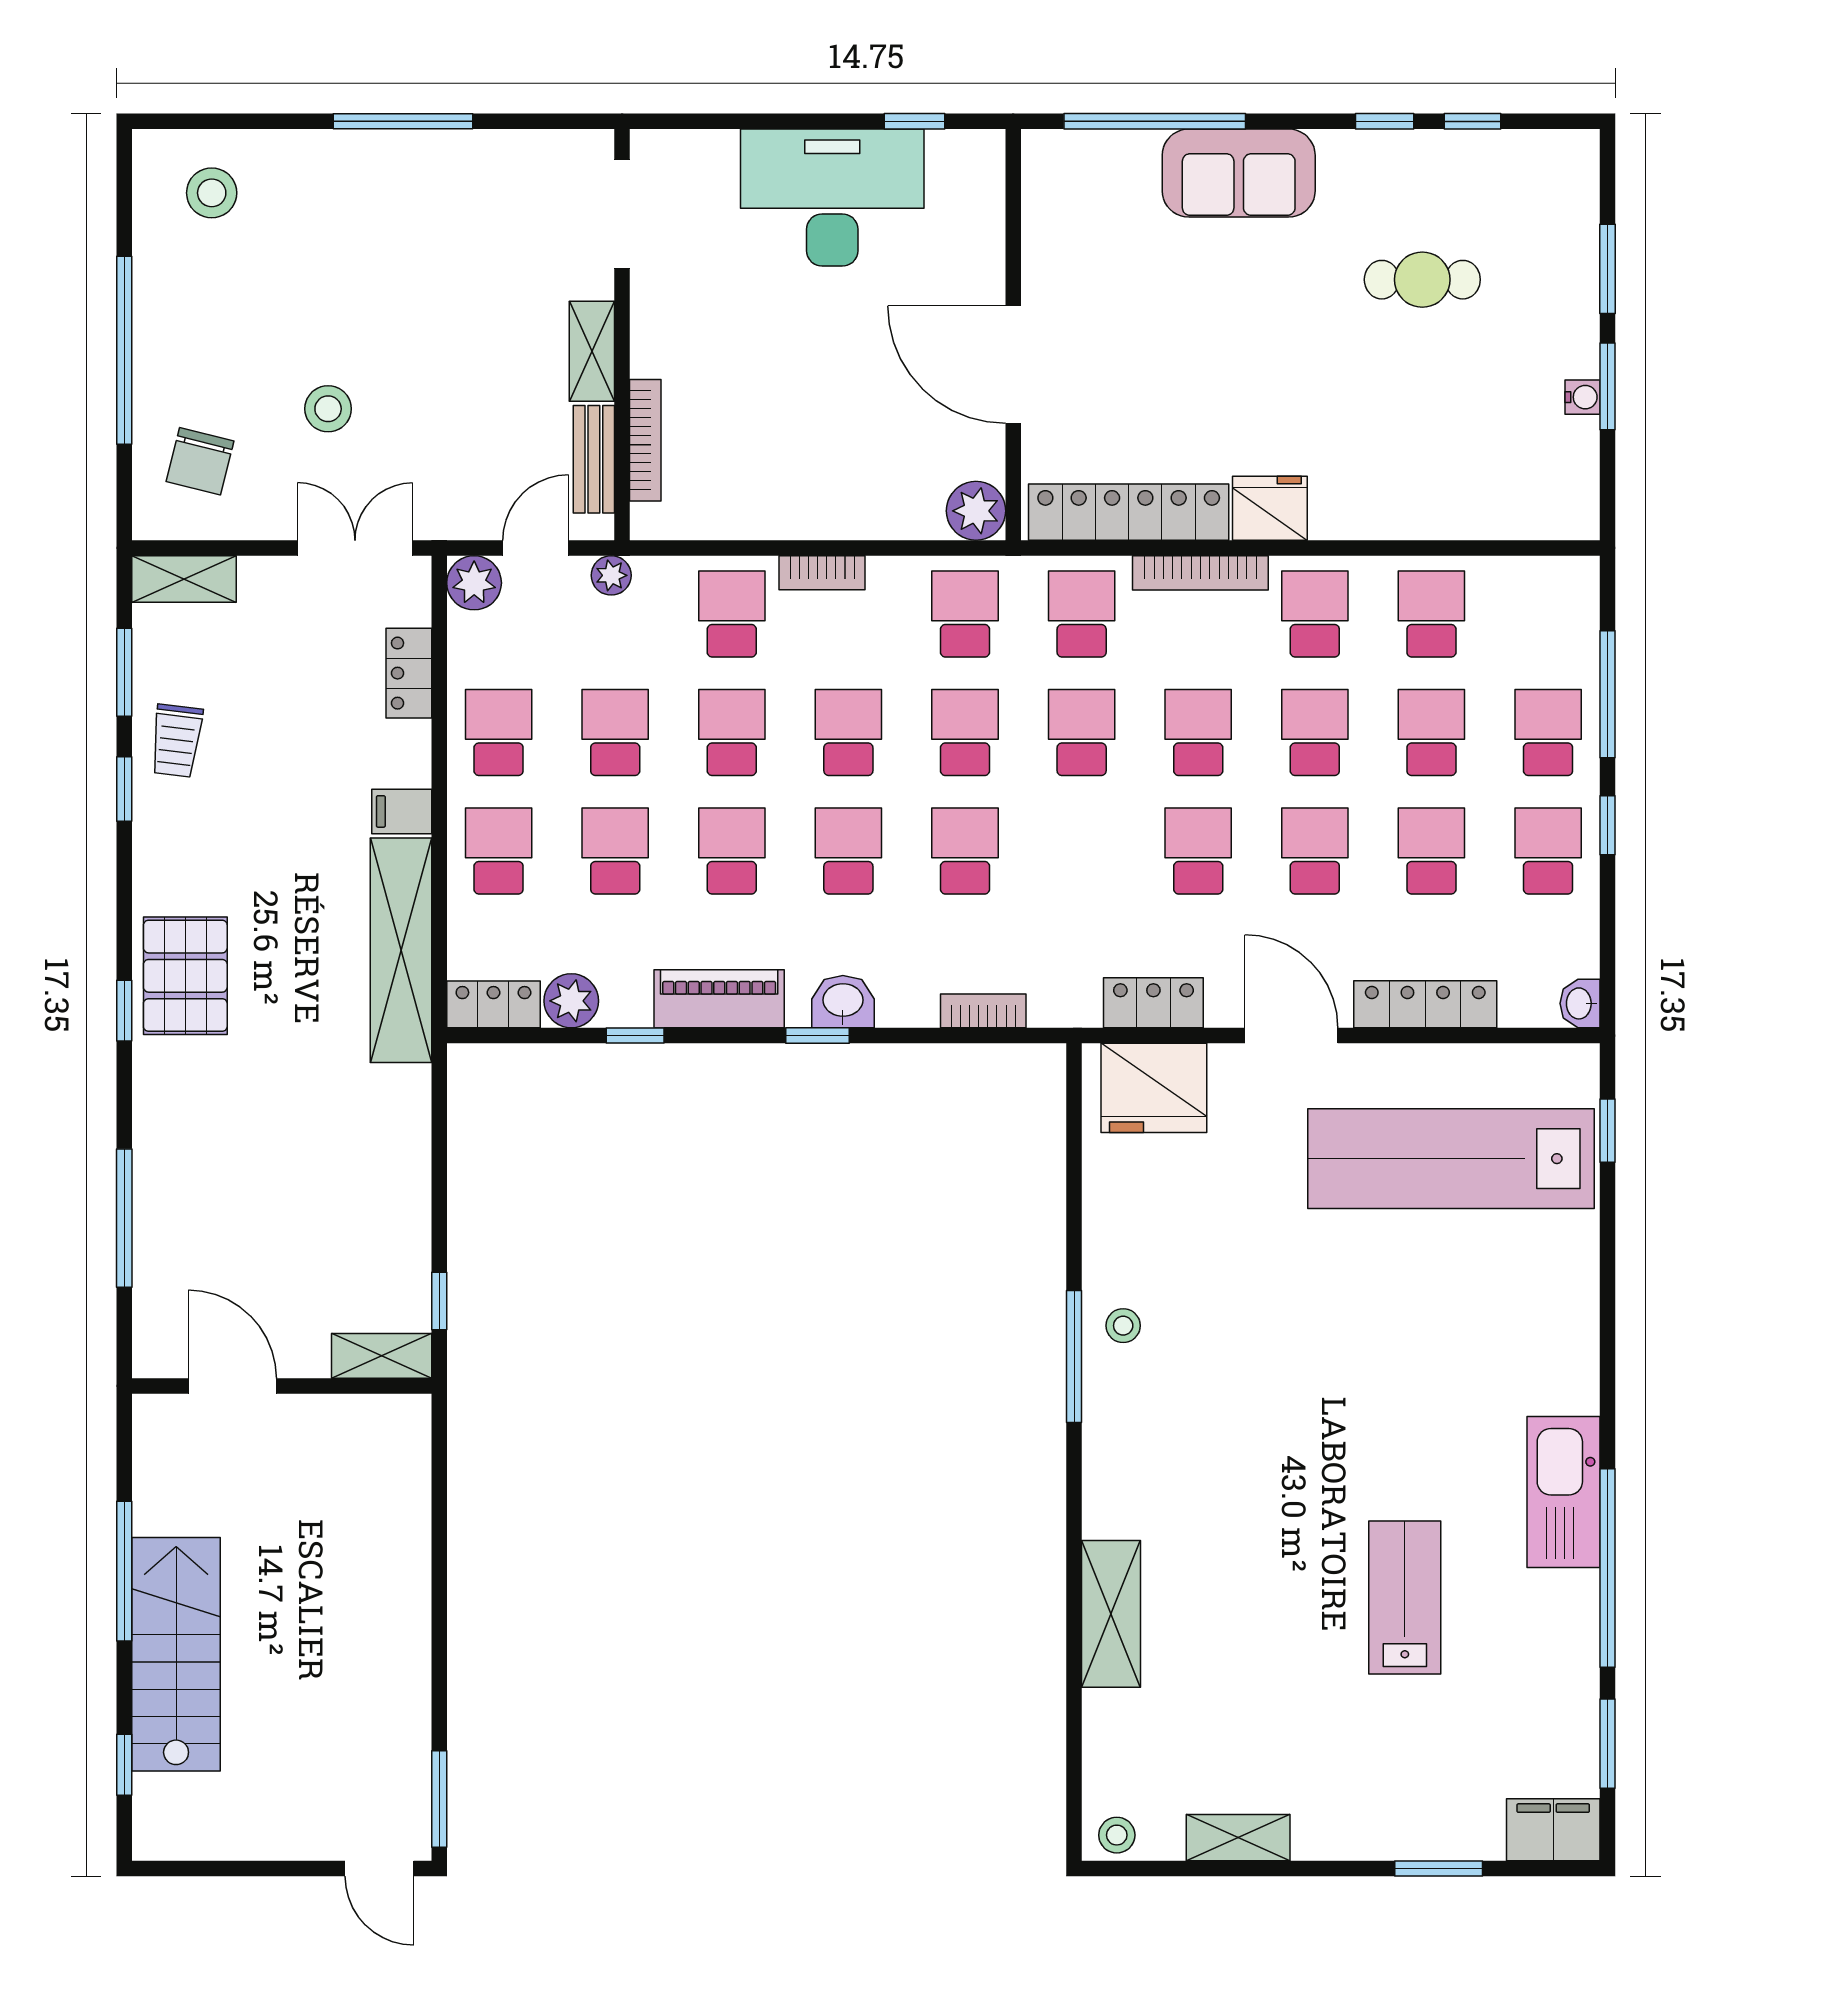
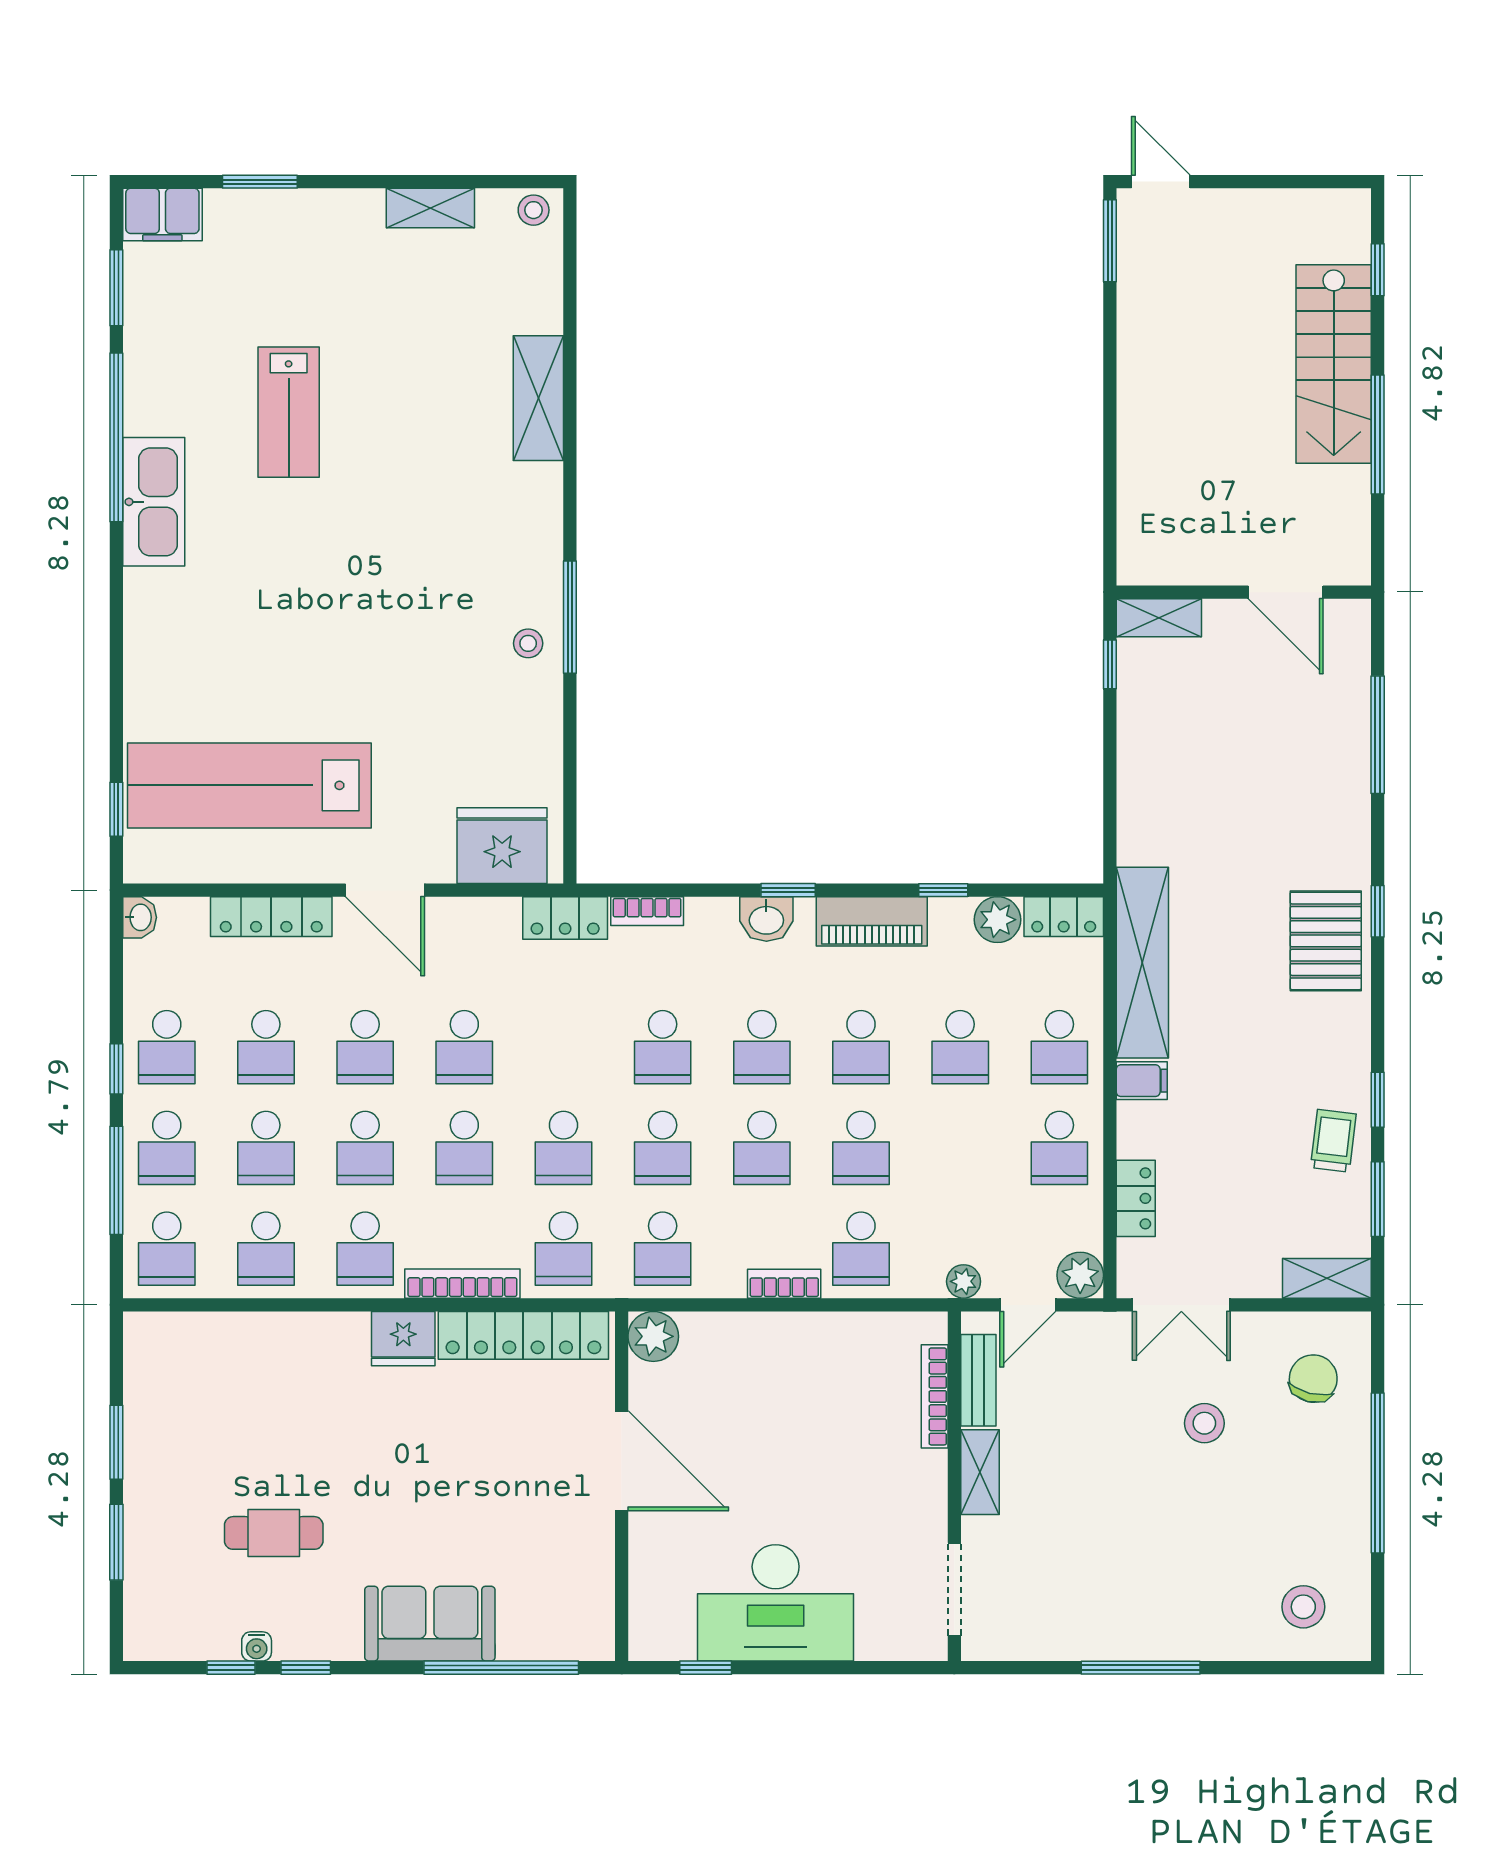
water cooler: (1582, 397) -> (257, 1646), moved, turned -90
school desk: (615, 732) -> (167, 1249), moved
locker: (1153, 1003) -> (565, 918), moved
lab bench: (1451, 1159) -> (249, 785), turned 180

